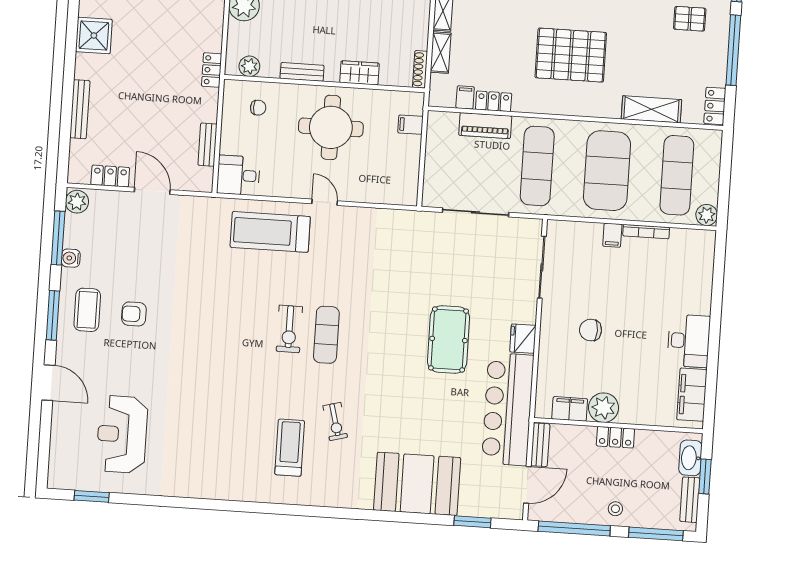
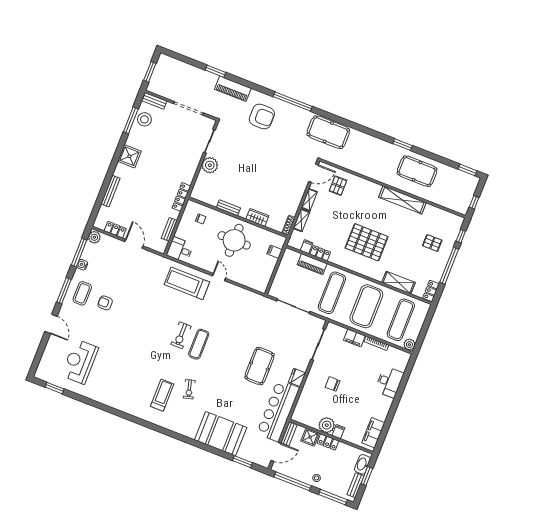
plant: (249, 66) -> (203, 197), removed
locker: (212, 70) -> (181, 197), width x1.53
filing cabinet: (612, 235) -> (354, 338), width x2.00
desk: (689, 341) -> (389, 382), moved
filing cabinet: (570, 409) -> (338, 432), moved, width x0.50
shower: (580, 439) -> (310, 437), added

